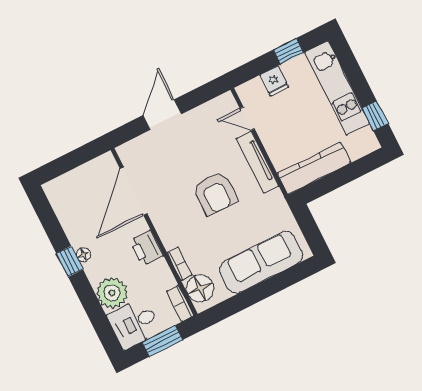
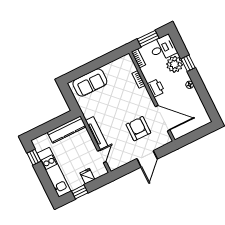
door: (247, 119) -> (102, 156), hinge flipped
door: (134, 191) -> (163, 118), hinge flipped
armchair: (215, 193) -> (138, 129), moved
window: (70, 261) -> (188, 63), moved
sofa: (261, 262) -> (90, 83), width x0.73
floor lamp: (200, 288) -> (128, 66), removed

